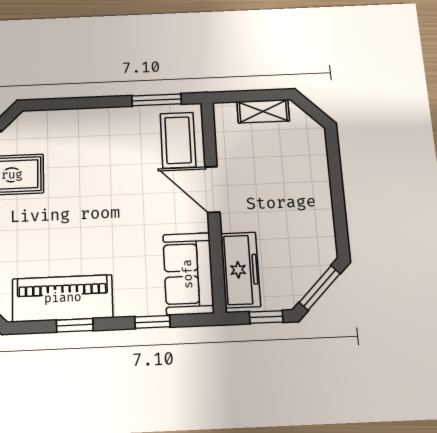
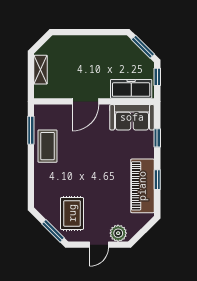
coffee table: (178, 140) -> (48, 146), moved, turned 90

